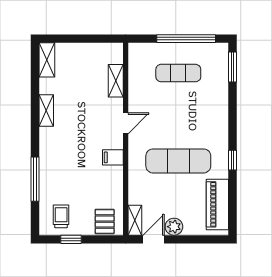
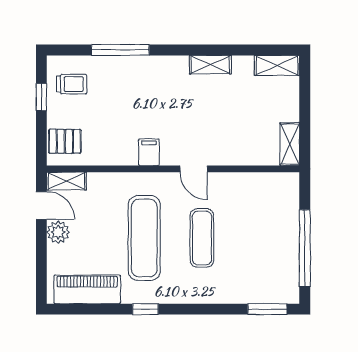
exercise mat: (178, 73) -> (202, 238), moved
shelving: (116, 81) -> (290, 144), moved, turned 90

